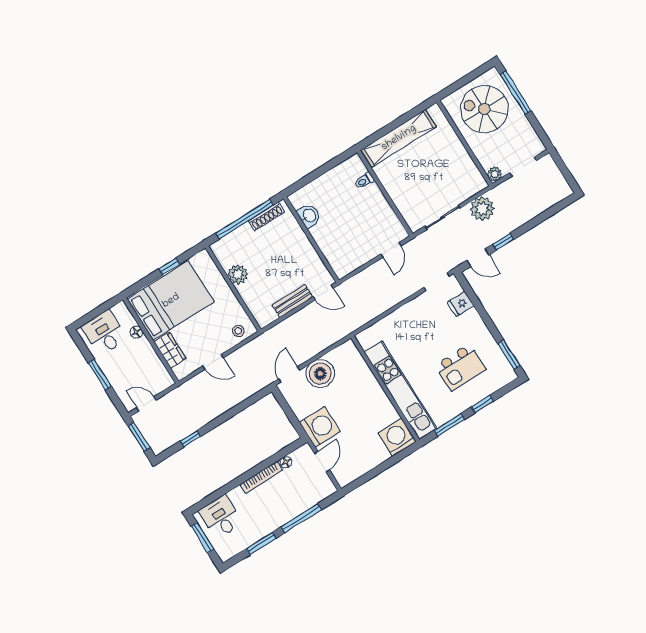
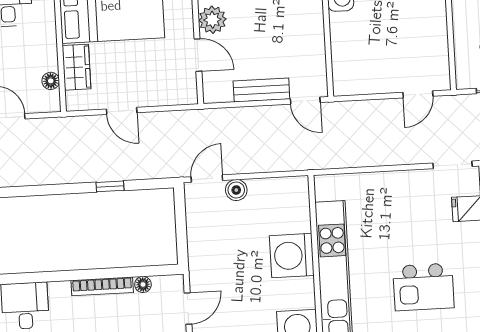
door: (241, 301) -> (198, 55), added
stool: (238, 331) -> (174, 90), removed
floor lamp: (136, 332) -> (51, 81), moved
boiler: (320, 374) -> (236, 190), width x0.54, depth x0.54
washing machine: (320, 427) -> (292, 256), moved, turned 180
window: (190, 439) -> (110, 186), moved

